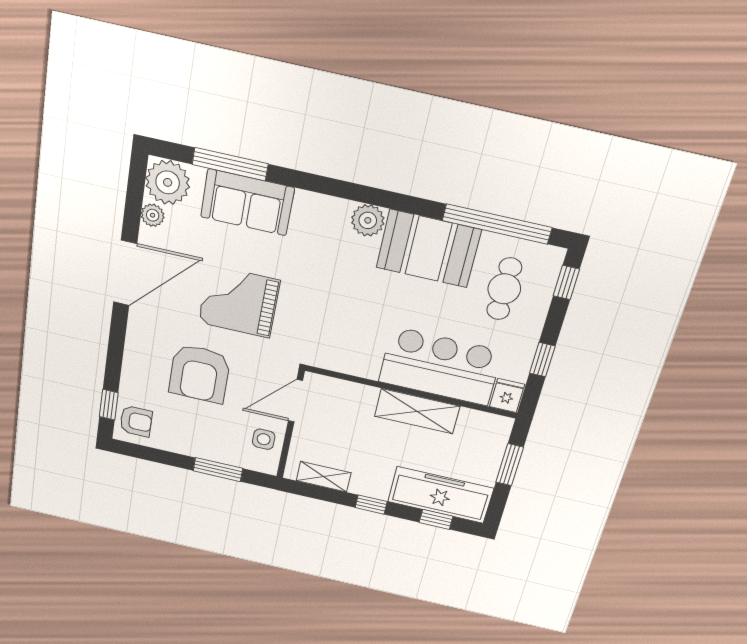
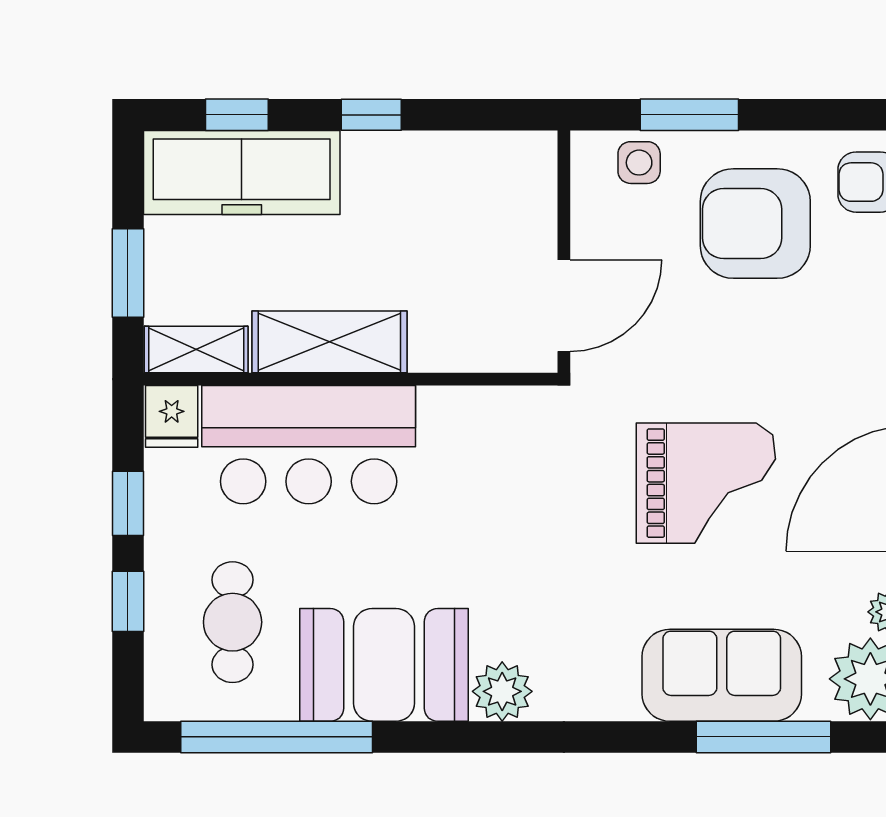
window: (566, 282) -> (128, 601), moved
armchair: (199, 374) -> (755, 224), moved, turned -90
side table: (264, 439) -> (639, 163), moved
shelving: (324, 477) -> (196, 350), moved

